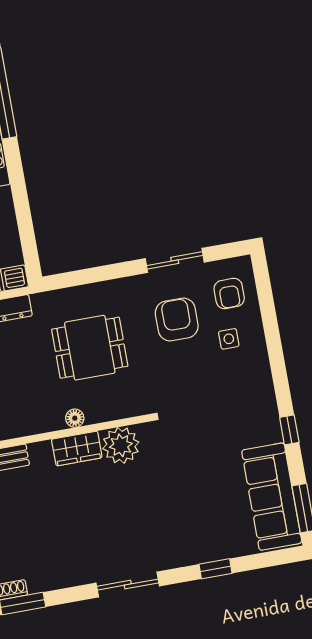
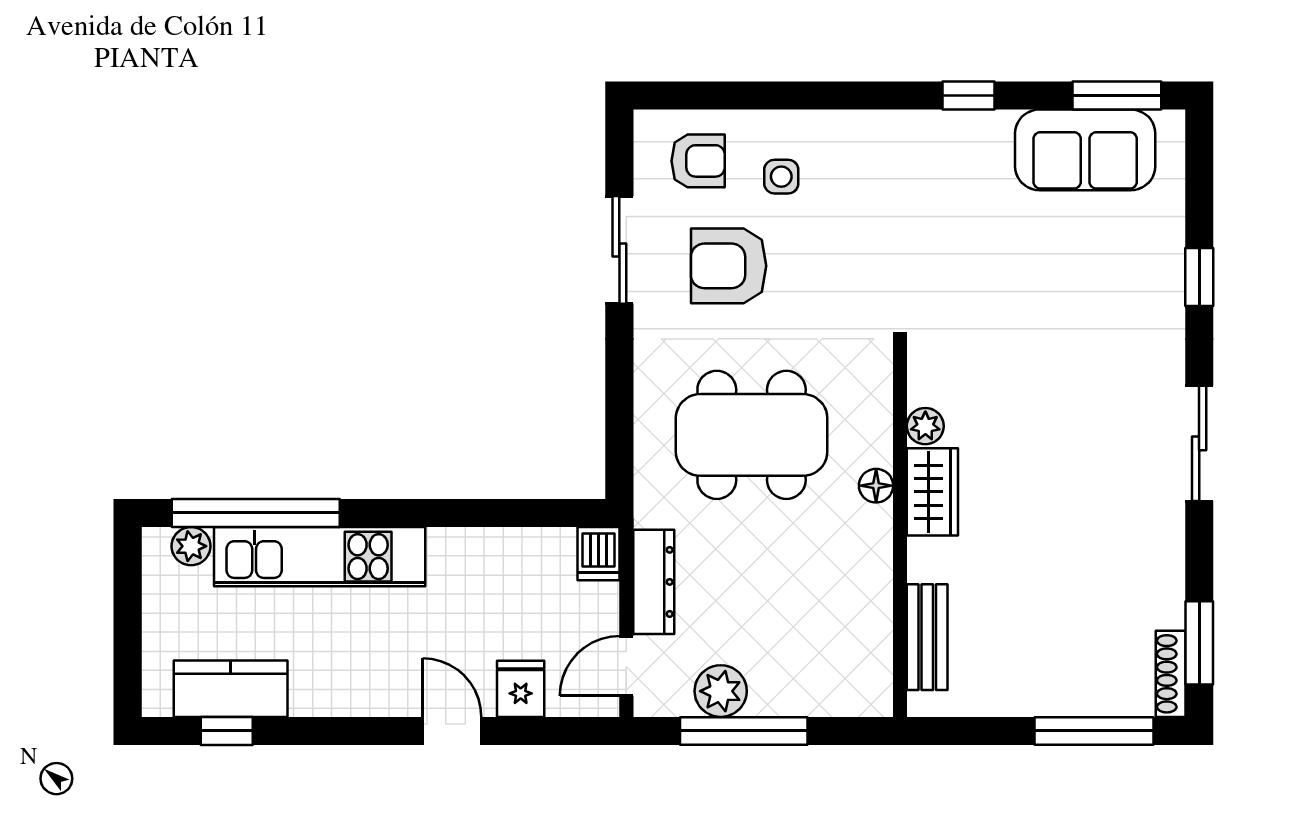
dining table: (90, 348) -> (752, 435), width x1.38
plant: (121, 445) -> (925, 426), width x0.53, depth x0.53
sofa: (272, 497) -> (1085, 150), width x0.73

